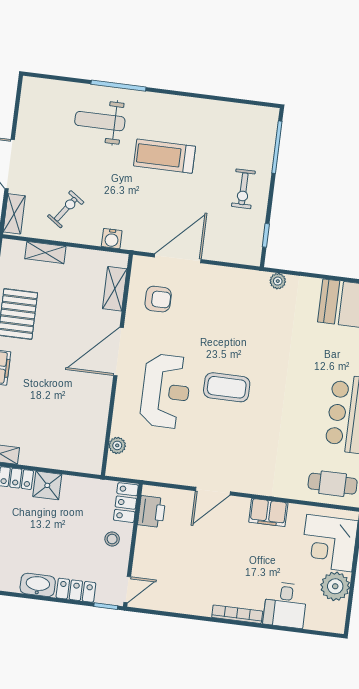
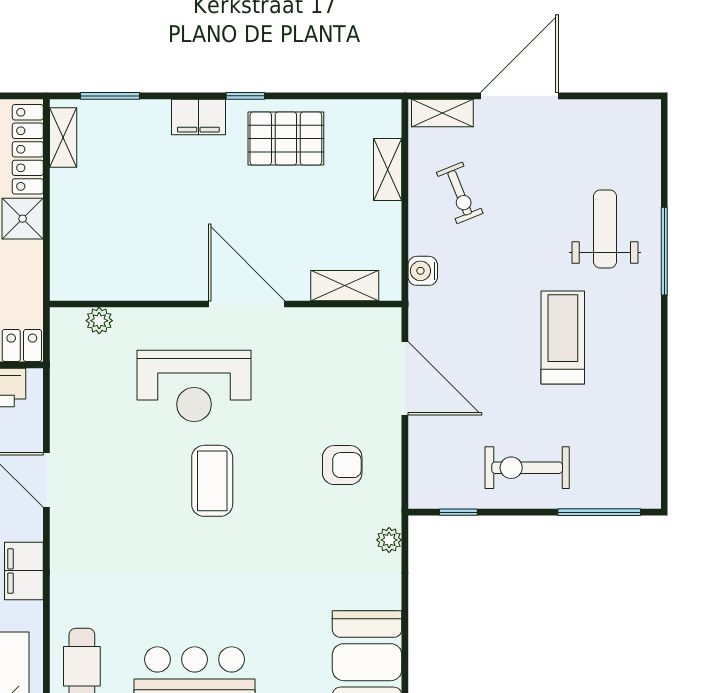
exercise bike: (243, 189) -> (527, 468), width x1.38, depth x1.39
exercise bike: (66, 209) -> (460, 193), turned 33
armchair: (158, 299) -> (342, 465), moved, turned -90

